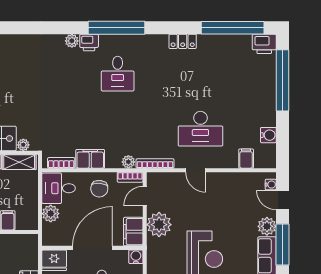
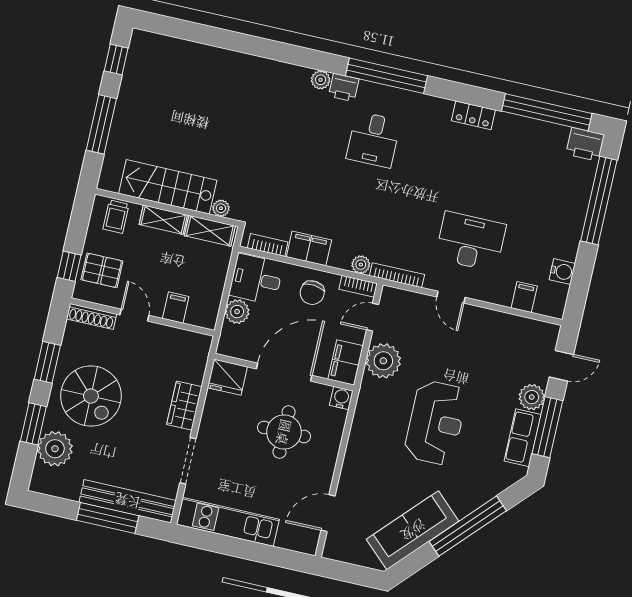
desk: (200, 129) -> (471, 241), turned 180
water cooler: (271, 185) -> (550, 341), removed
door: (282, 200) -> (561, 366), swing flipped

